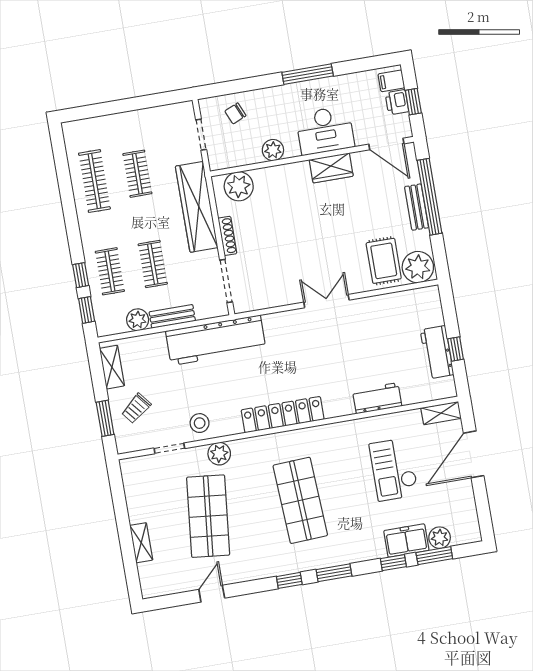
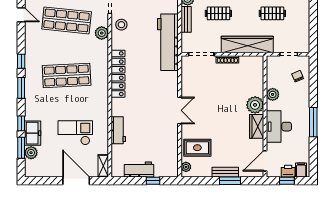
plant: (239, 186) -> (255, 105), moved
window: (430, 197) -> (230, 181), width x0.47
plant: (418, 267) -> (186, 167), width x0.53, depth x0.53
window: (456, 349) -> (153, 181), moved

